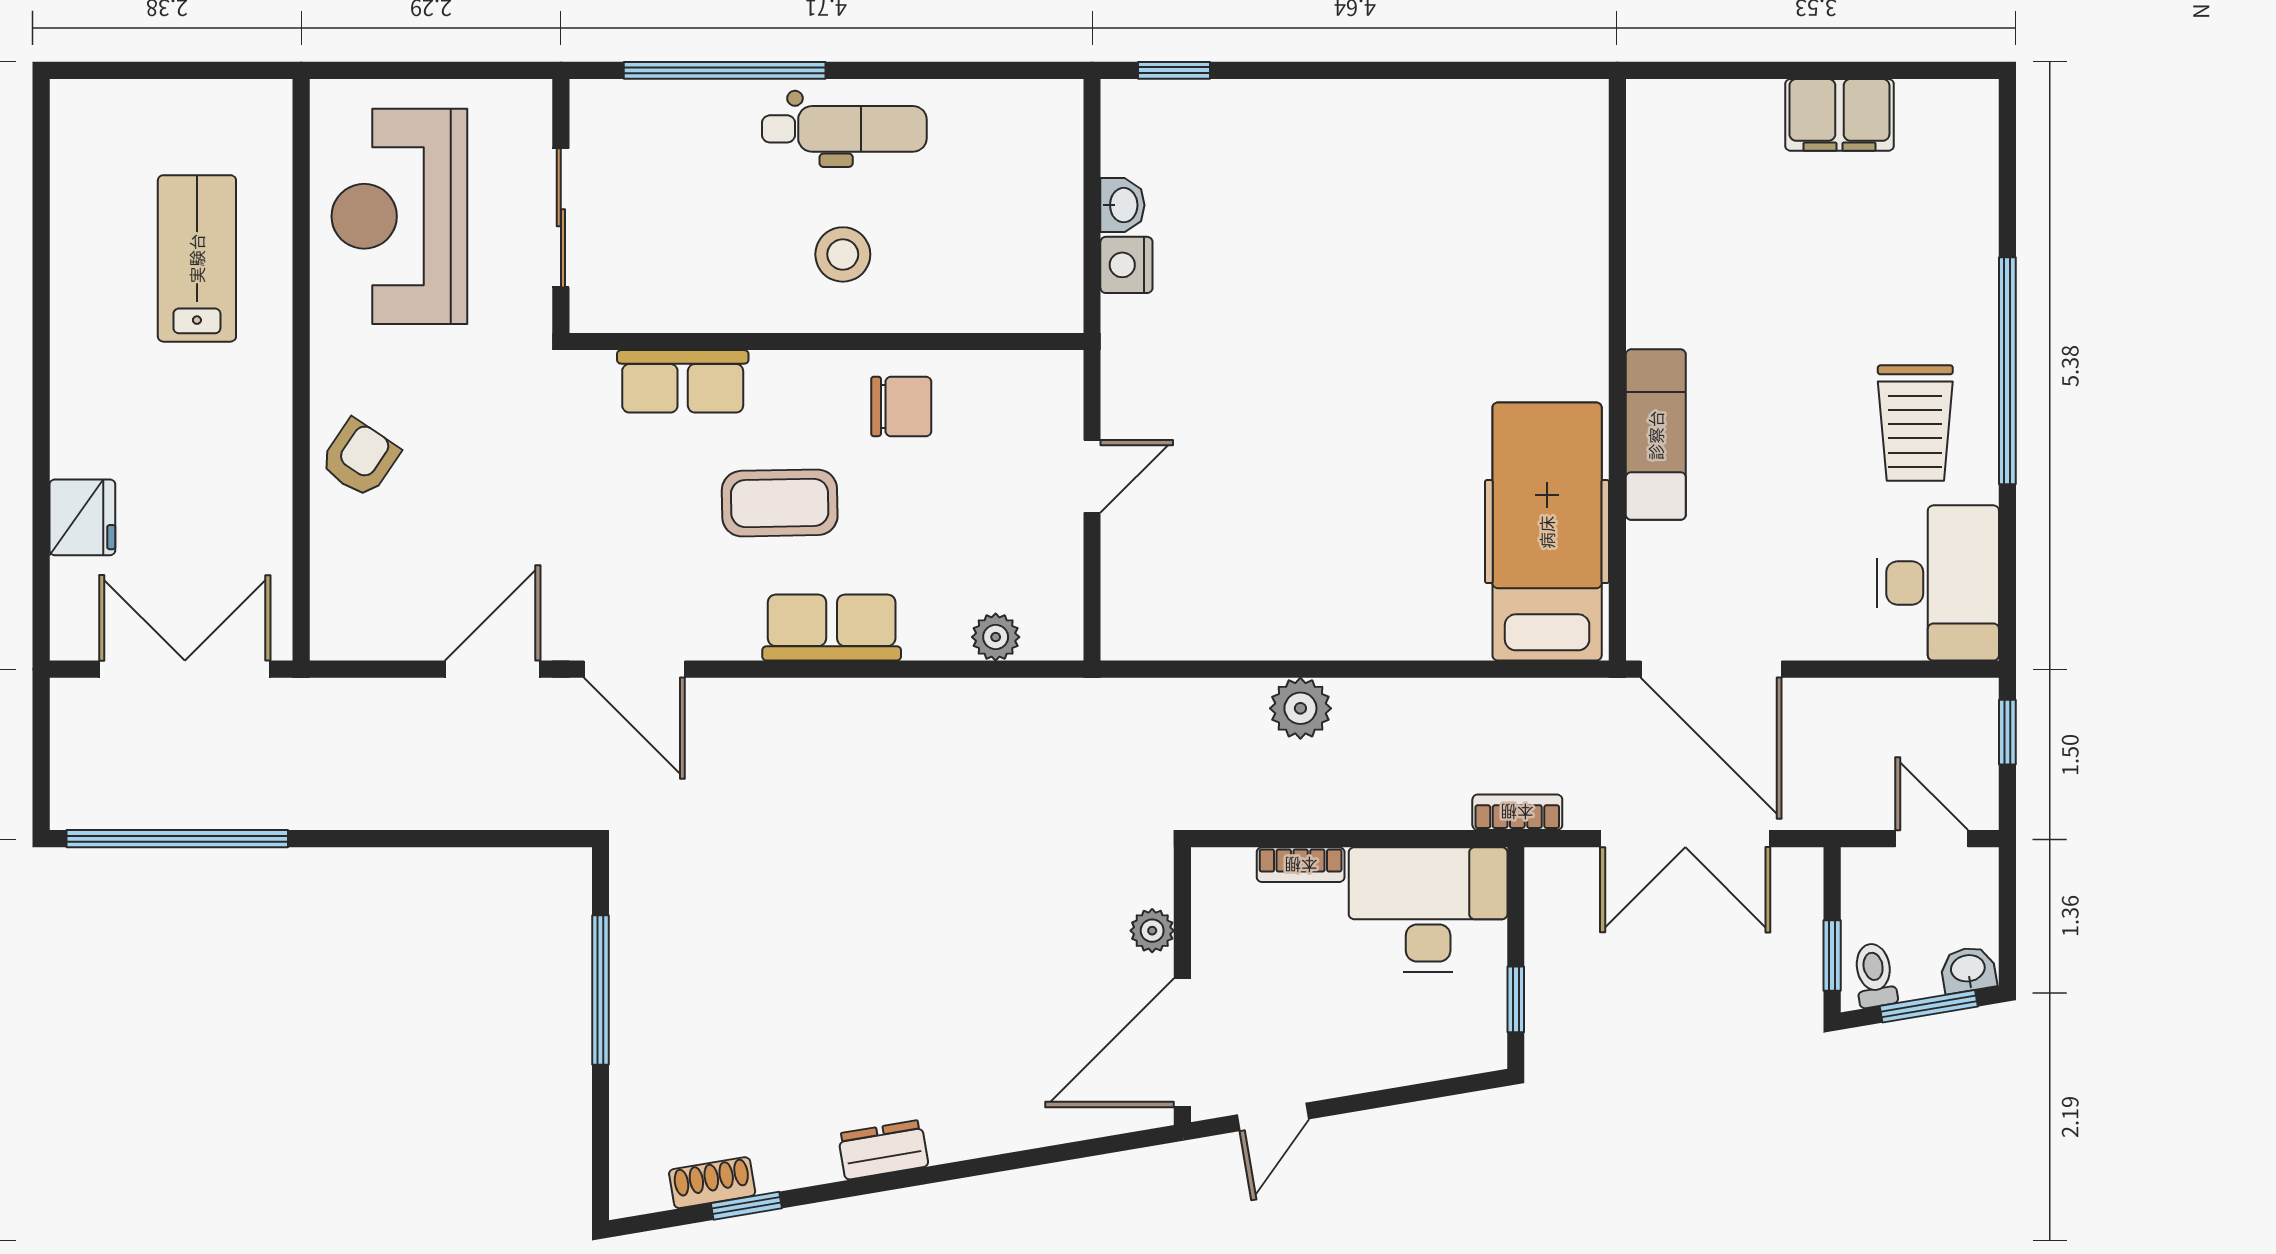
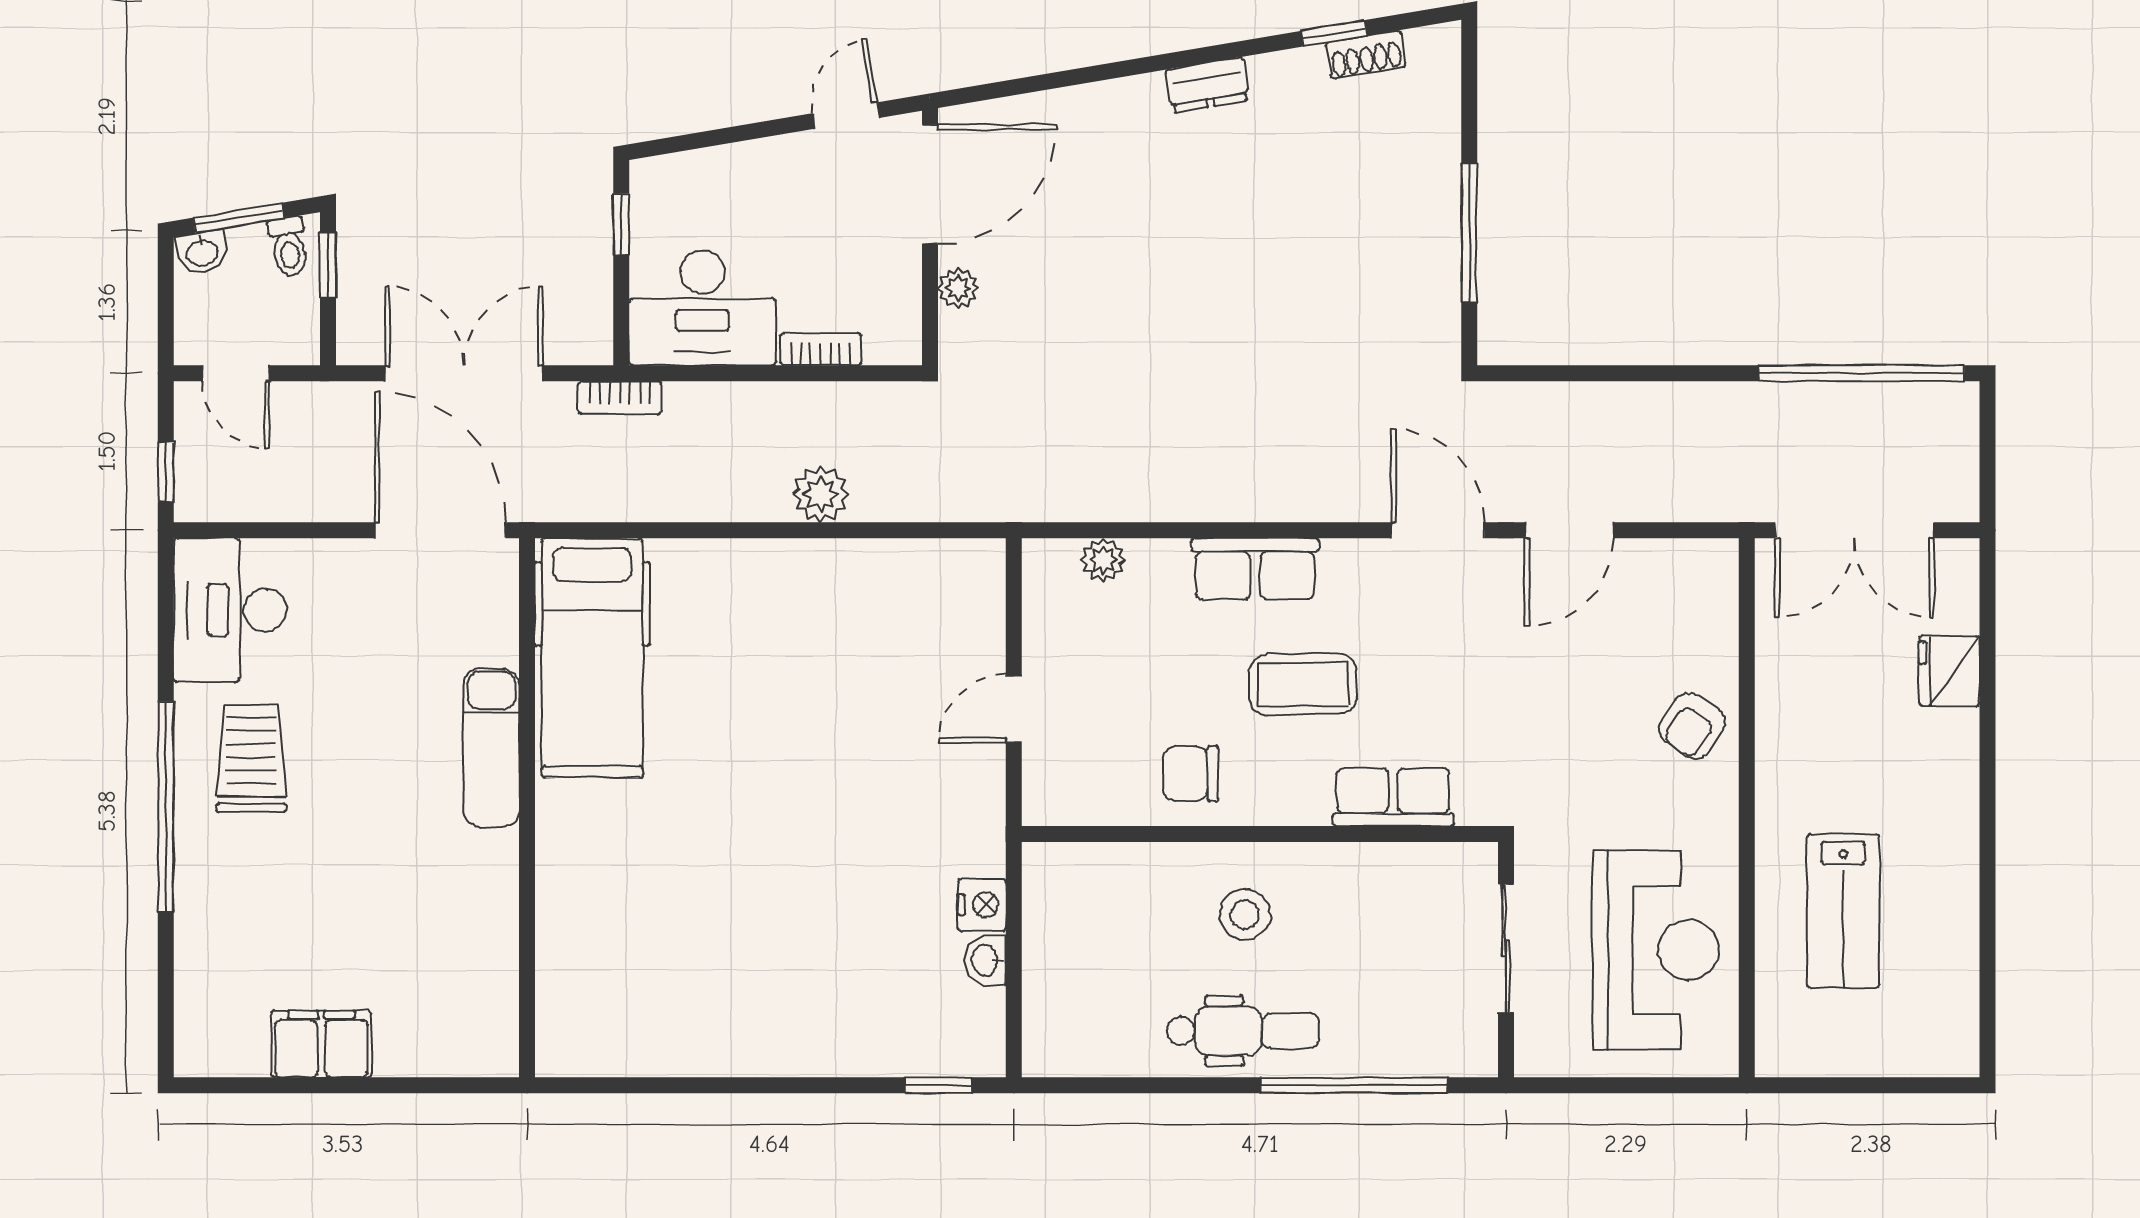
dental chair: (844, 129) -> (1243, 1031), turned 180

